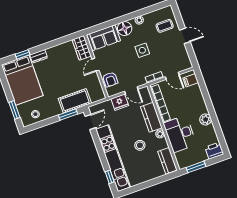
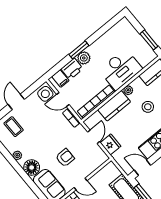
side table: (142, 50) -> (45, 94), moved
door: (172, 76) -> (63, 100), swing flipped
armchair: (110, 79) -> (65, 158), moved
window: (209, 105) -> (79, 50), added
plant: (206, 119) -> (84, 58), moved
printer: (214, 151) -> (72, 69), moved, turned -90

